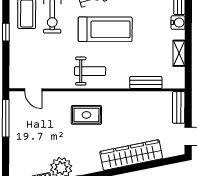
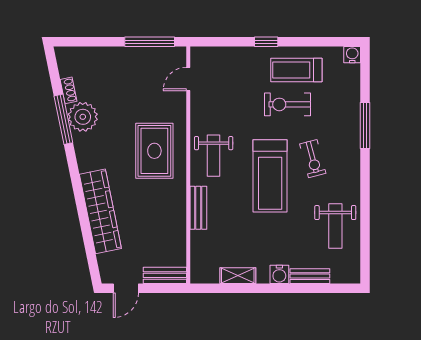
bench: (146, 83) -> (198, 208), moved
rug: (86, 115) -> (154, 151), width x1.36, depth x1.43

